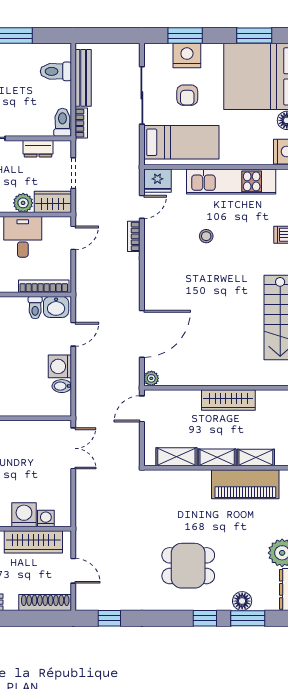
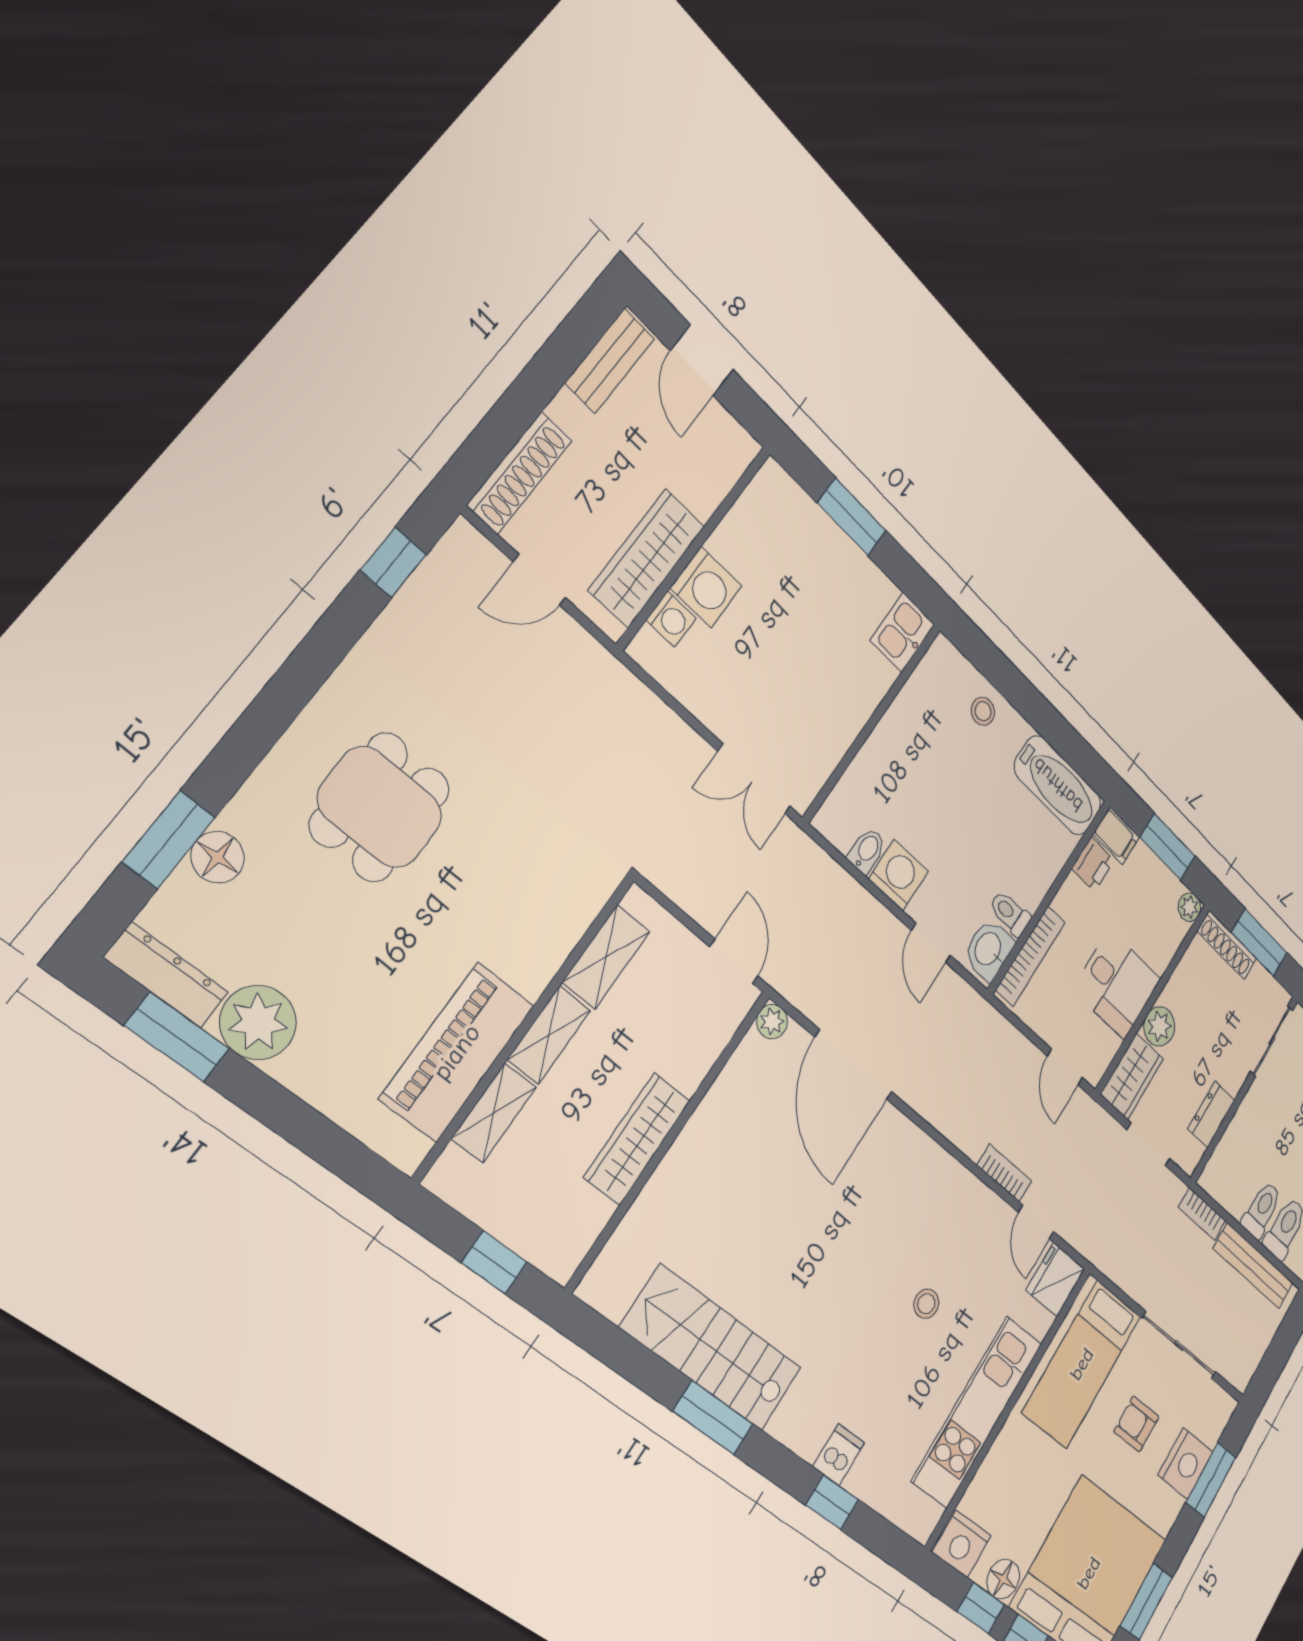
toilet: (62, 122) -> (1261, 1210), moved, turned -90
window: (205, 618) -> (241, 750), removed

